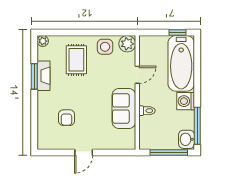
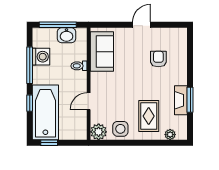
plant: (43, 41) -> (170, 135), moved
window: (197, 73) -> (30, 103), added
washing machine: (186, 101) -> (41, 57), moved
sofa: (124, 108) -> (102, 52), moved
window: (197, 126) -> (30, 65), moved
washbasin: (187, 139) -> (67, 35), moved, turned 90

